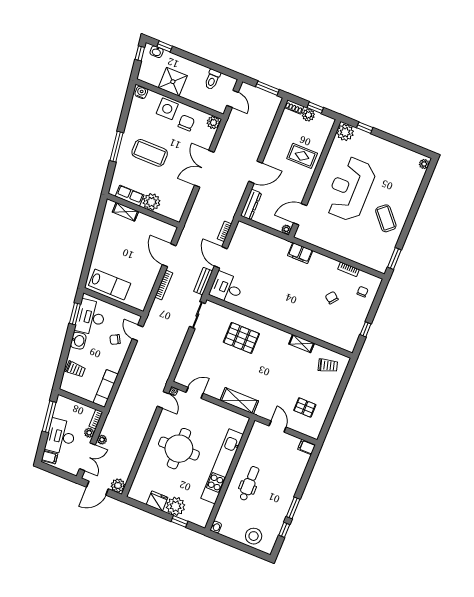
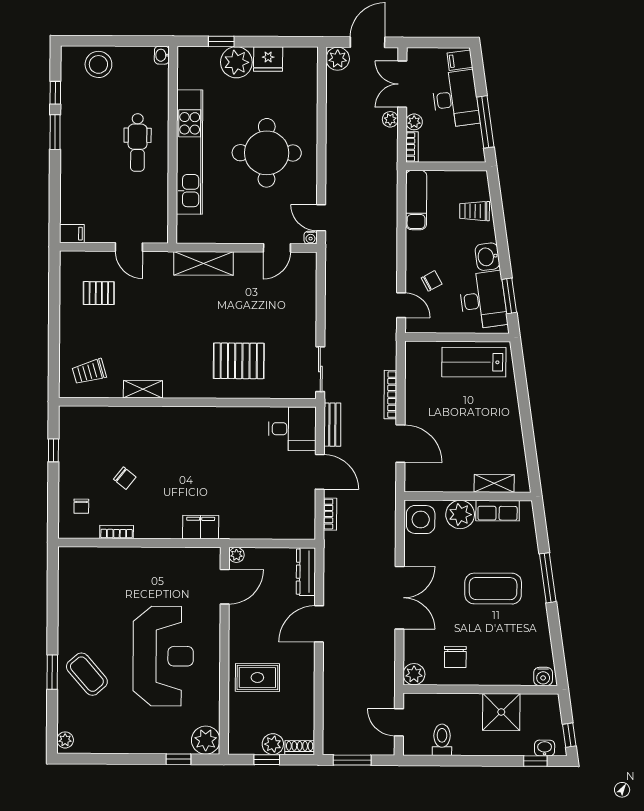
side table: (167, 109) -> (421, 520), moved
coffee table: (386, 218) -> (87, 674), moved
window: (394, 258) -> (52, 672), moved

